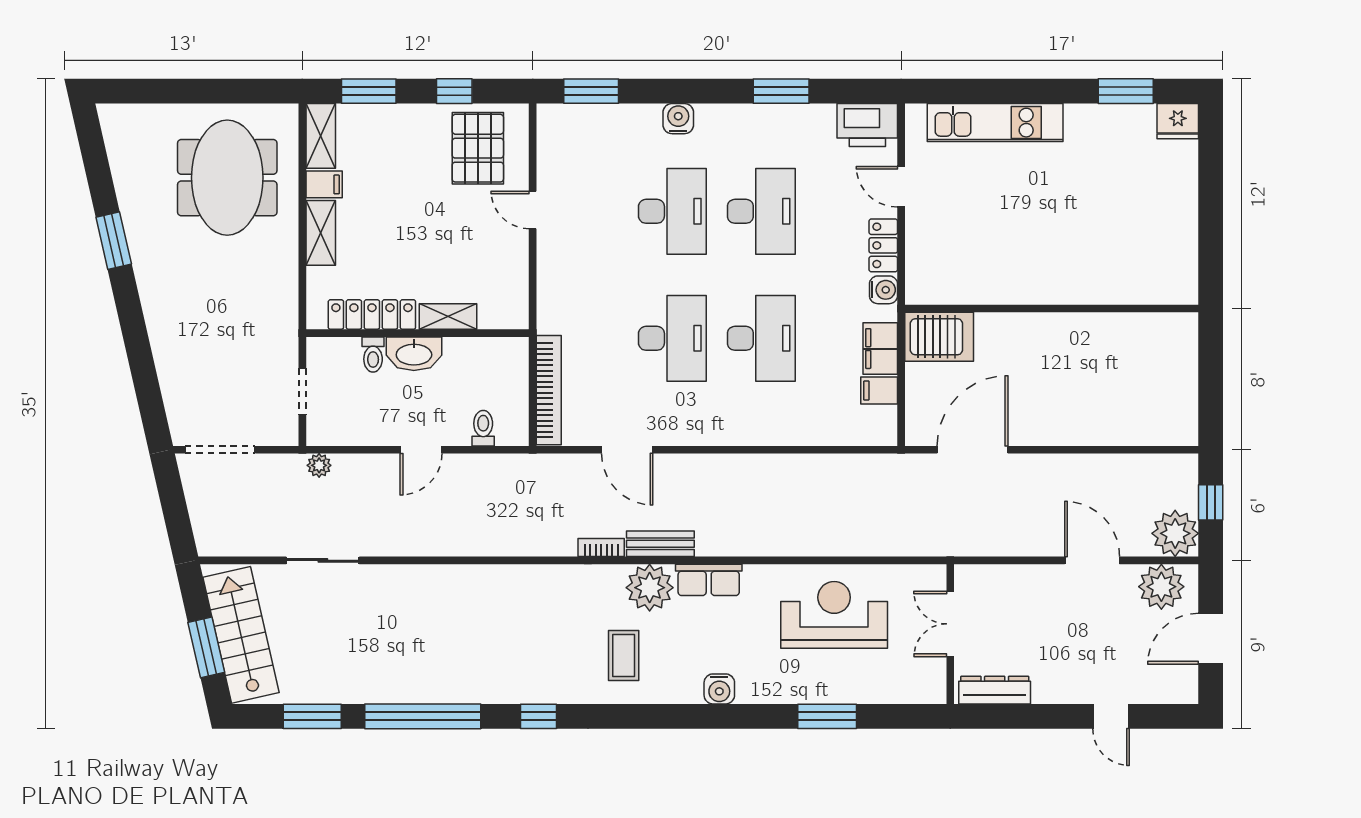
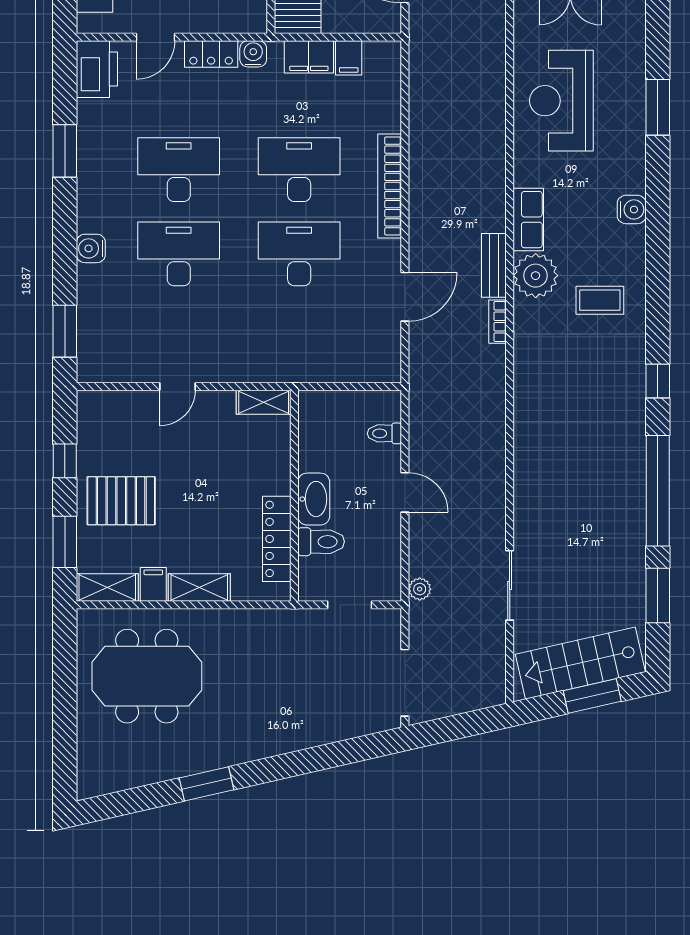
pallet: (478, 148) -> (121, 501), moved
shelving: (448, 317) -> (264, 402), moved, turned 90
toilet: (373, 355) -> (321, 542), width x1.37, depth x1.39
bookcase: (549, 390) -> (390, 186), moved, turned -90

